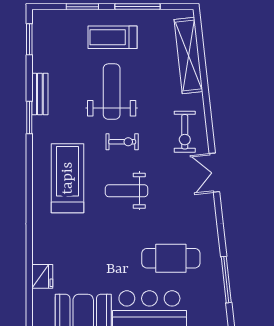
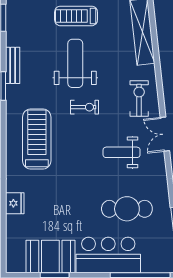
exercise bike: (185, 132) -> (139, 98), turned 180
weight bench: (127, 191) -> (122, 152), moved
fridge: (42, 276) -> (15, 203), moved

